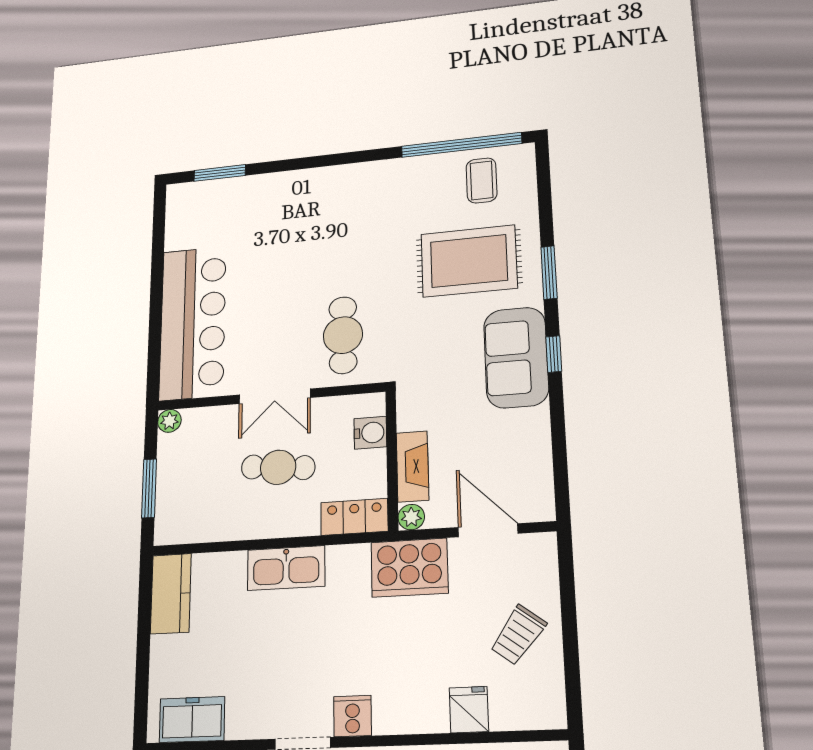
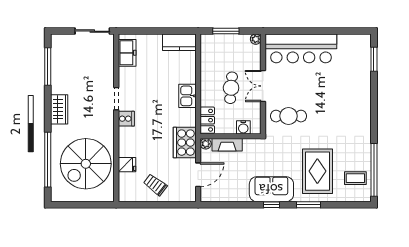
kitchen sink: (286, 568) -> (187, 96), width x0.73

